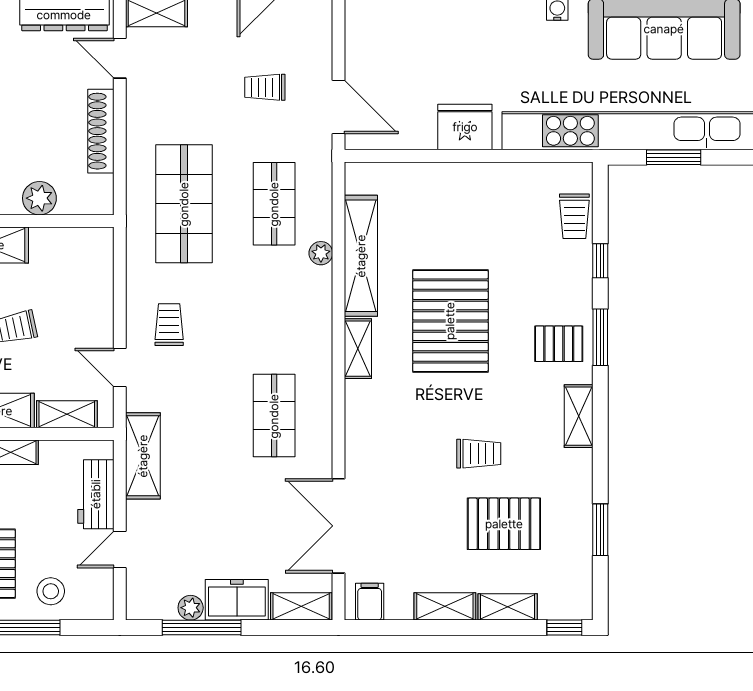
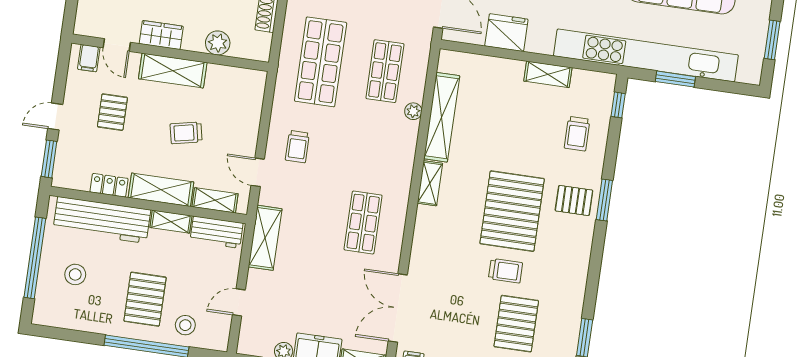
fridge: (465, 127) -> (506, 33), moved
trolley: (574, 216) -> (577, 134), moved
window: (600, 261) -> (618, 105), moved
pallet: (450, 321) -> (512, 211), moved
trolley: (169, 325) -> (297, 147), turned 180
shelving: (579, 416) -> (548, 74), moved, turned 90
workbench: (96, 494) -> (217, 232), moved, turned -90
pallet: (504, 524) -> (516, 324), turned 90

